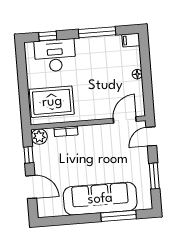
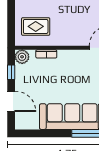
rug: (52, 102) -> (36, 26), width x0.73, depth x0.70

